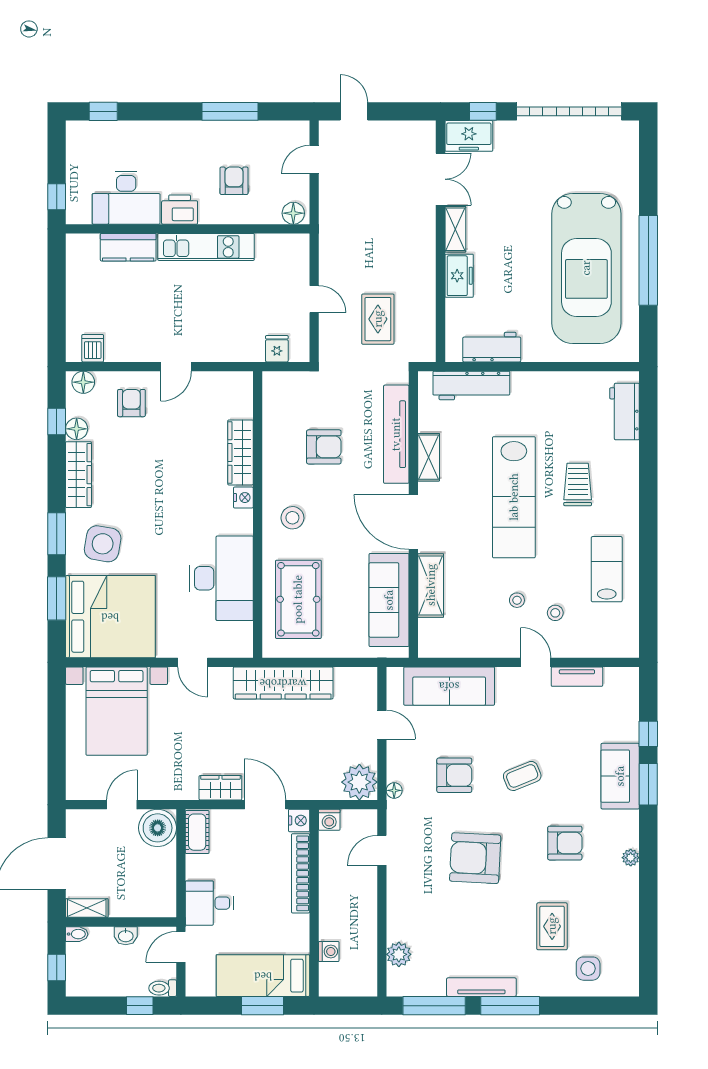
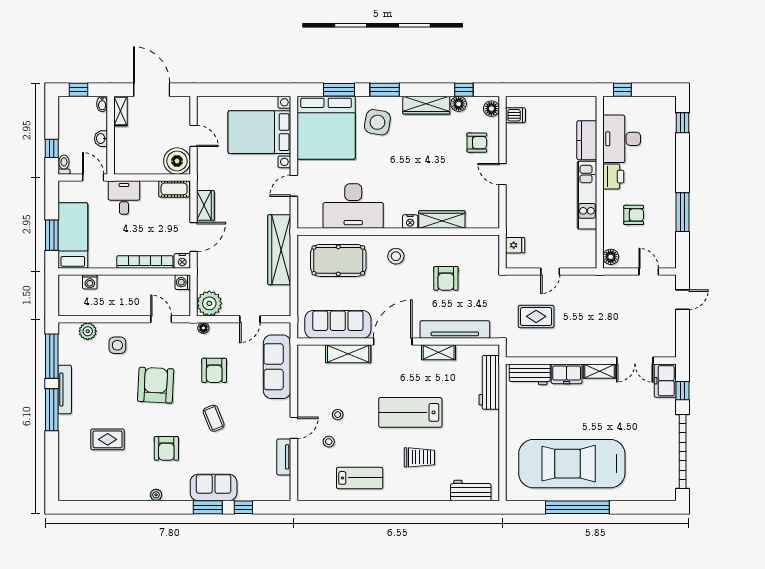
workbench: (492, 347) -> (530, 374), moved, turned 90
lab bench: (514, 497) -> (410, 412), width x0.73
side table: (588, 969) -> (117, 345), moved

